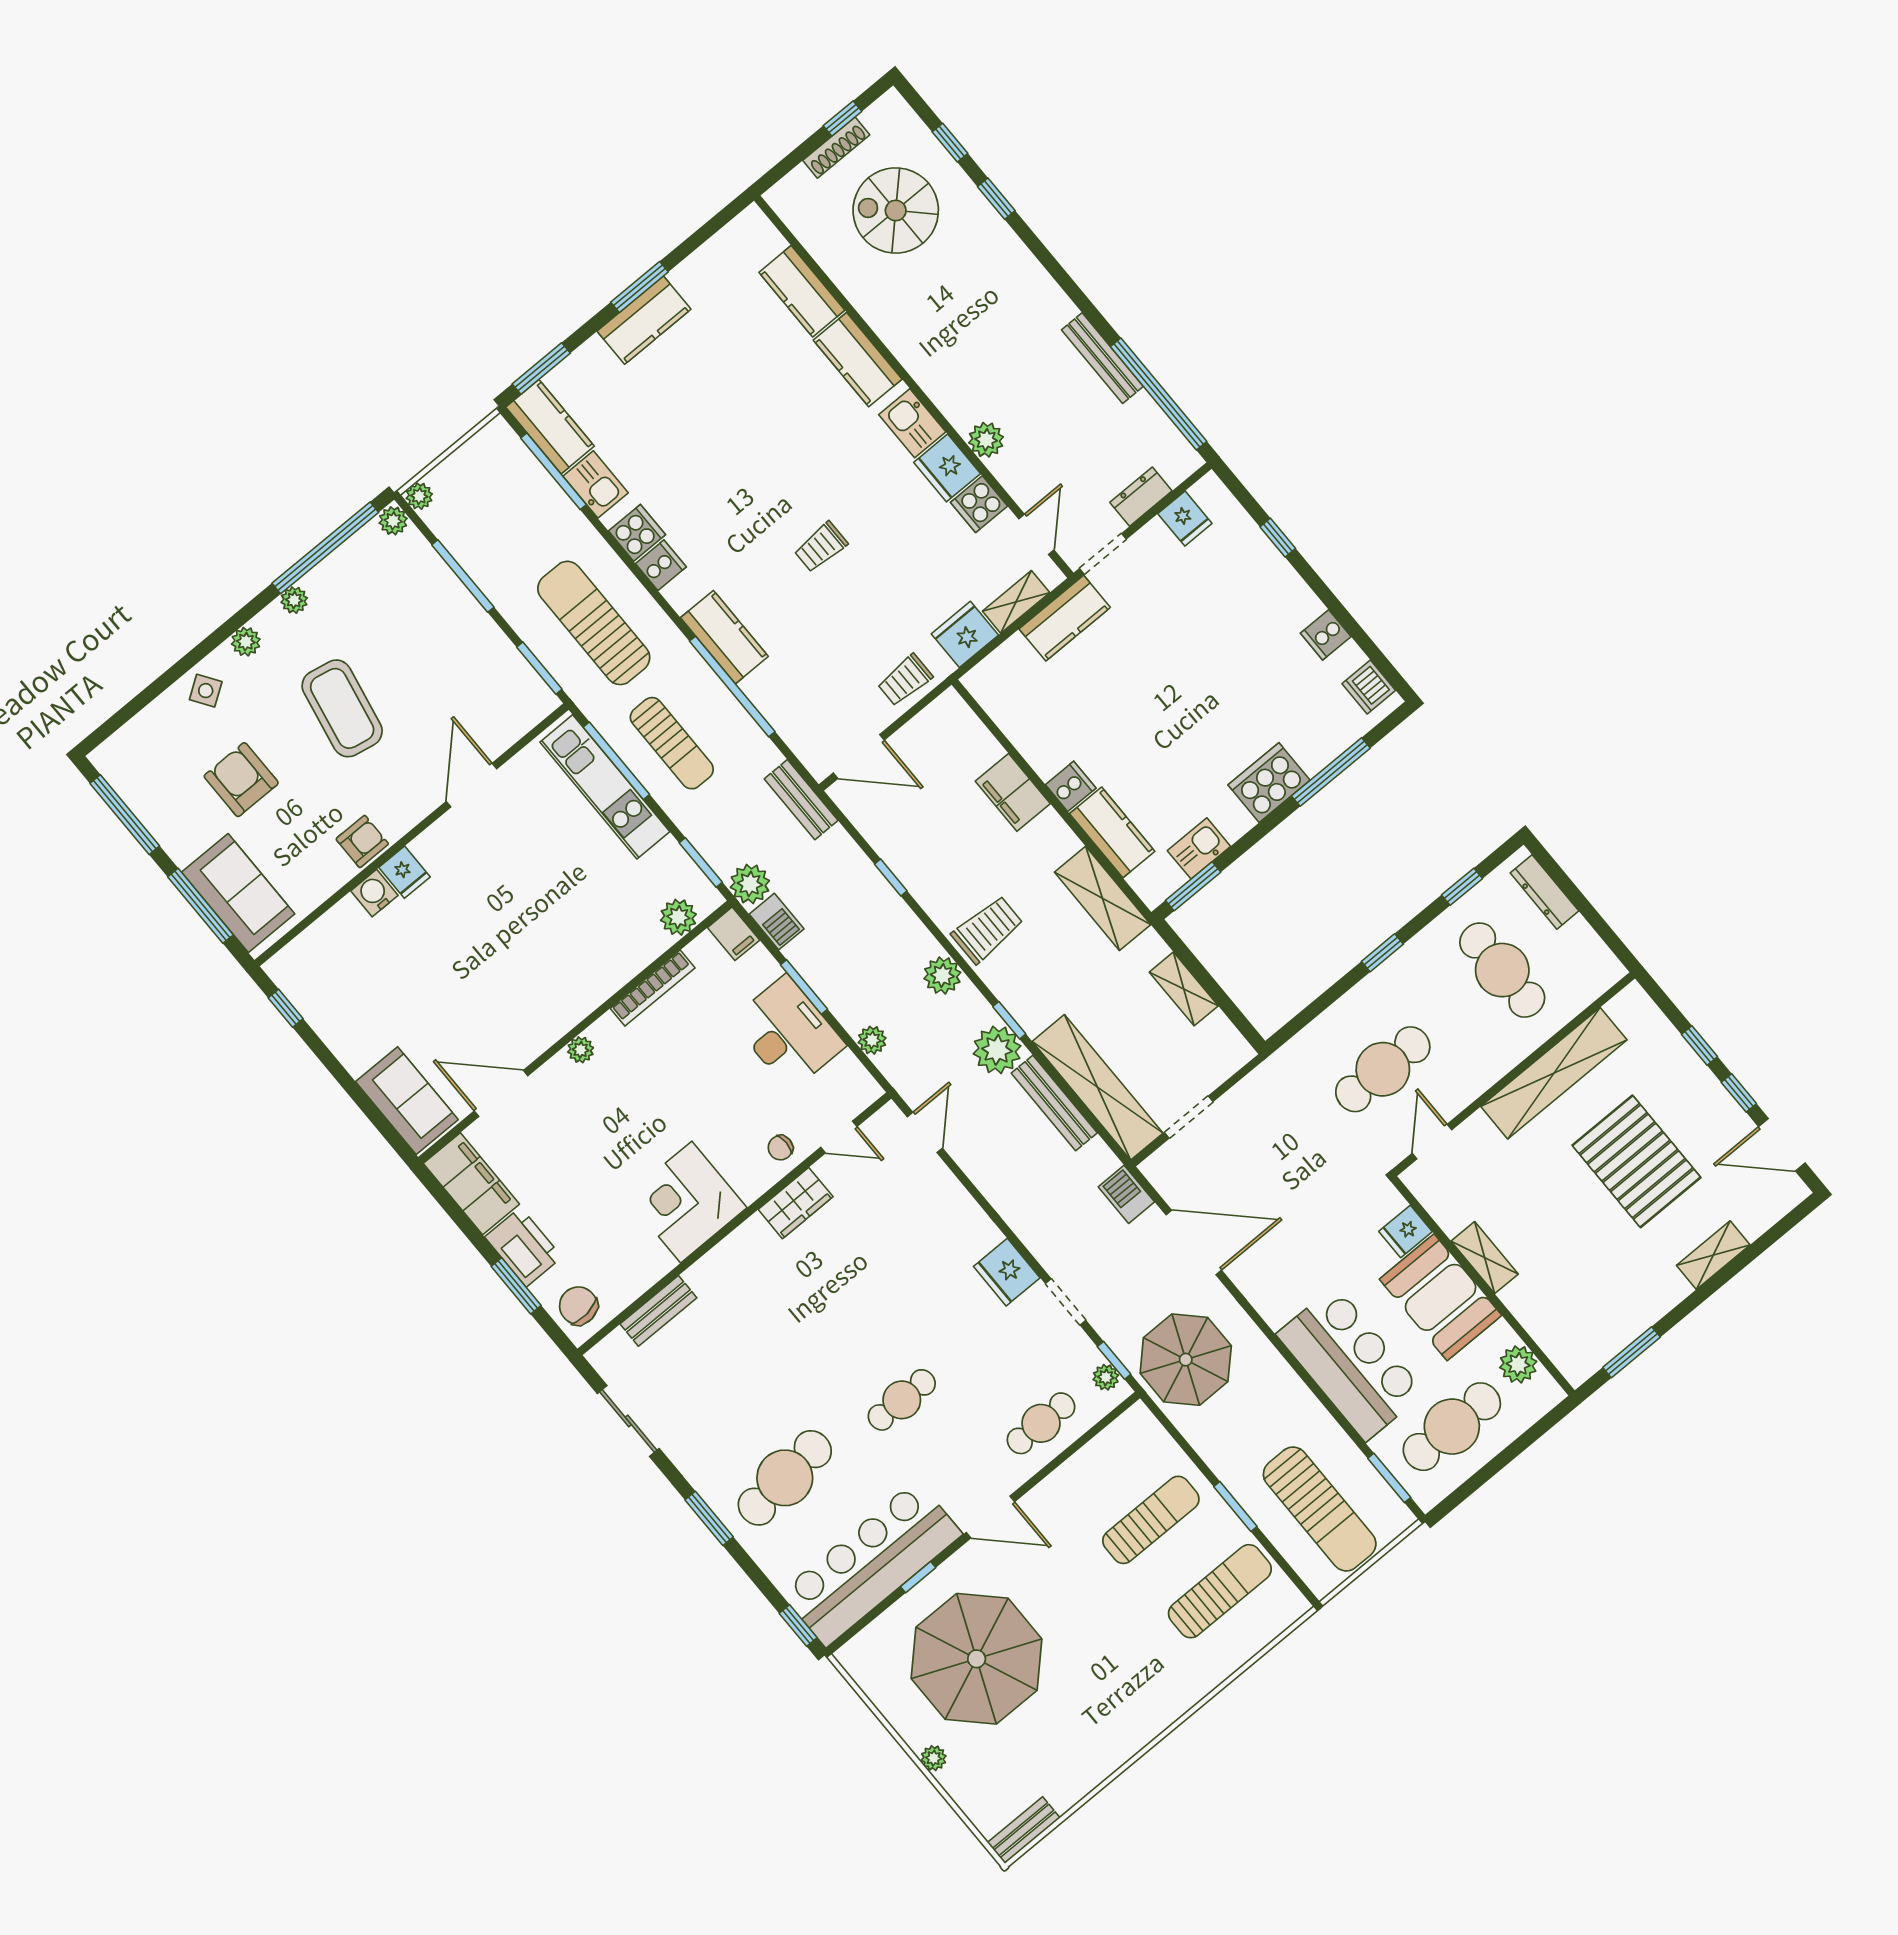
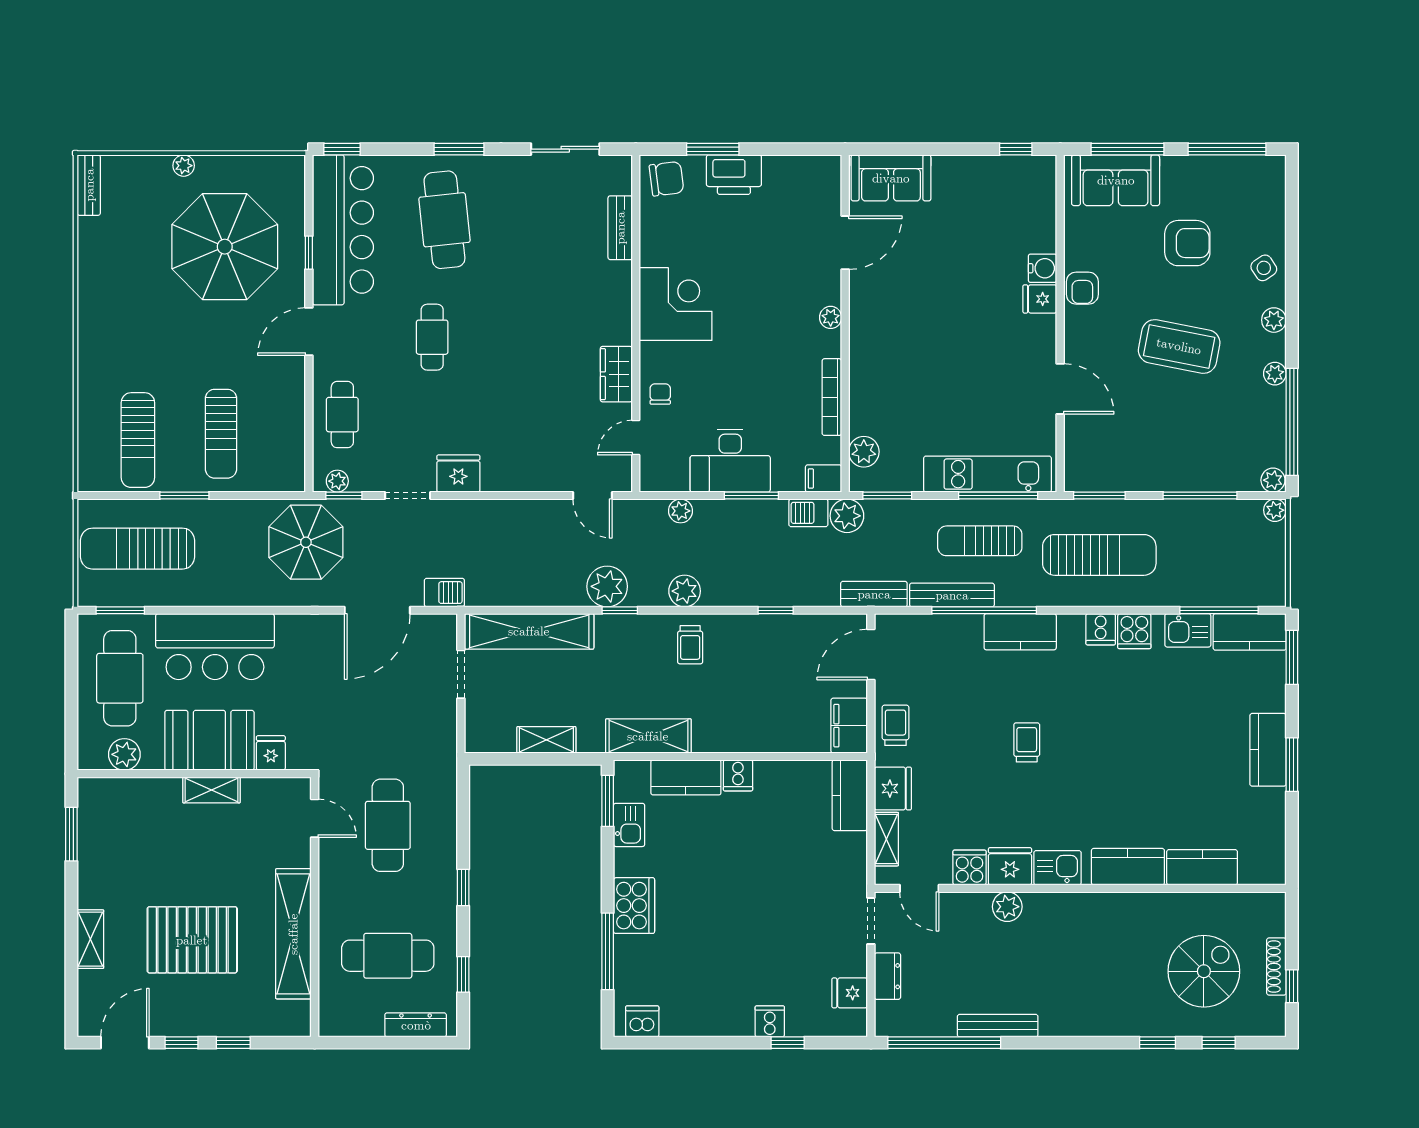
kitchen counter: (1065, 618) -> (850, 795), moved
cooker: (1326, 635) -> (770, 1021), moved
filing cabinet: (1013, 792) -> (849, 726), moved, turned -90
trolley: (987, 930) -> (690, 645), width x0.73, depth x0.72
bench: (1054, 1103) -> (952, 595), moved
filing cabinet: (471, 1184) -> (803, 175), removed

